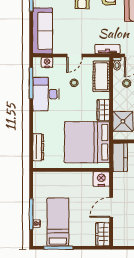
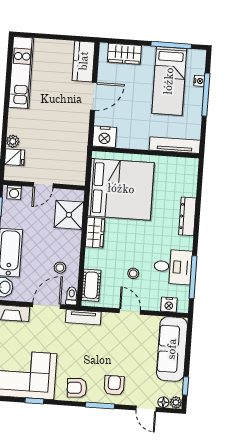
door: (74, 56) -> (130, 311), hinge flipped
cot: (101, 76) -> (91, 285), width x0.73, depth x0.75
desk: (46, 94) -> (173, 267), width x0.73
dresser: (38, 147) -> (187, 216), moved
kitchen counter: (120, 157) -> (84, 61), moved
tv unit: (51, 177) -> (175, 145), added
wardrobe: (103, 234) -> (124, 54), moved, turned 90

